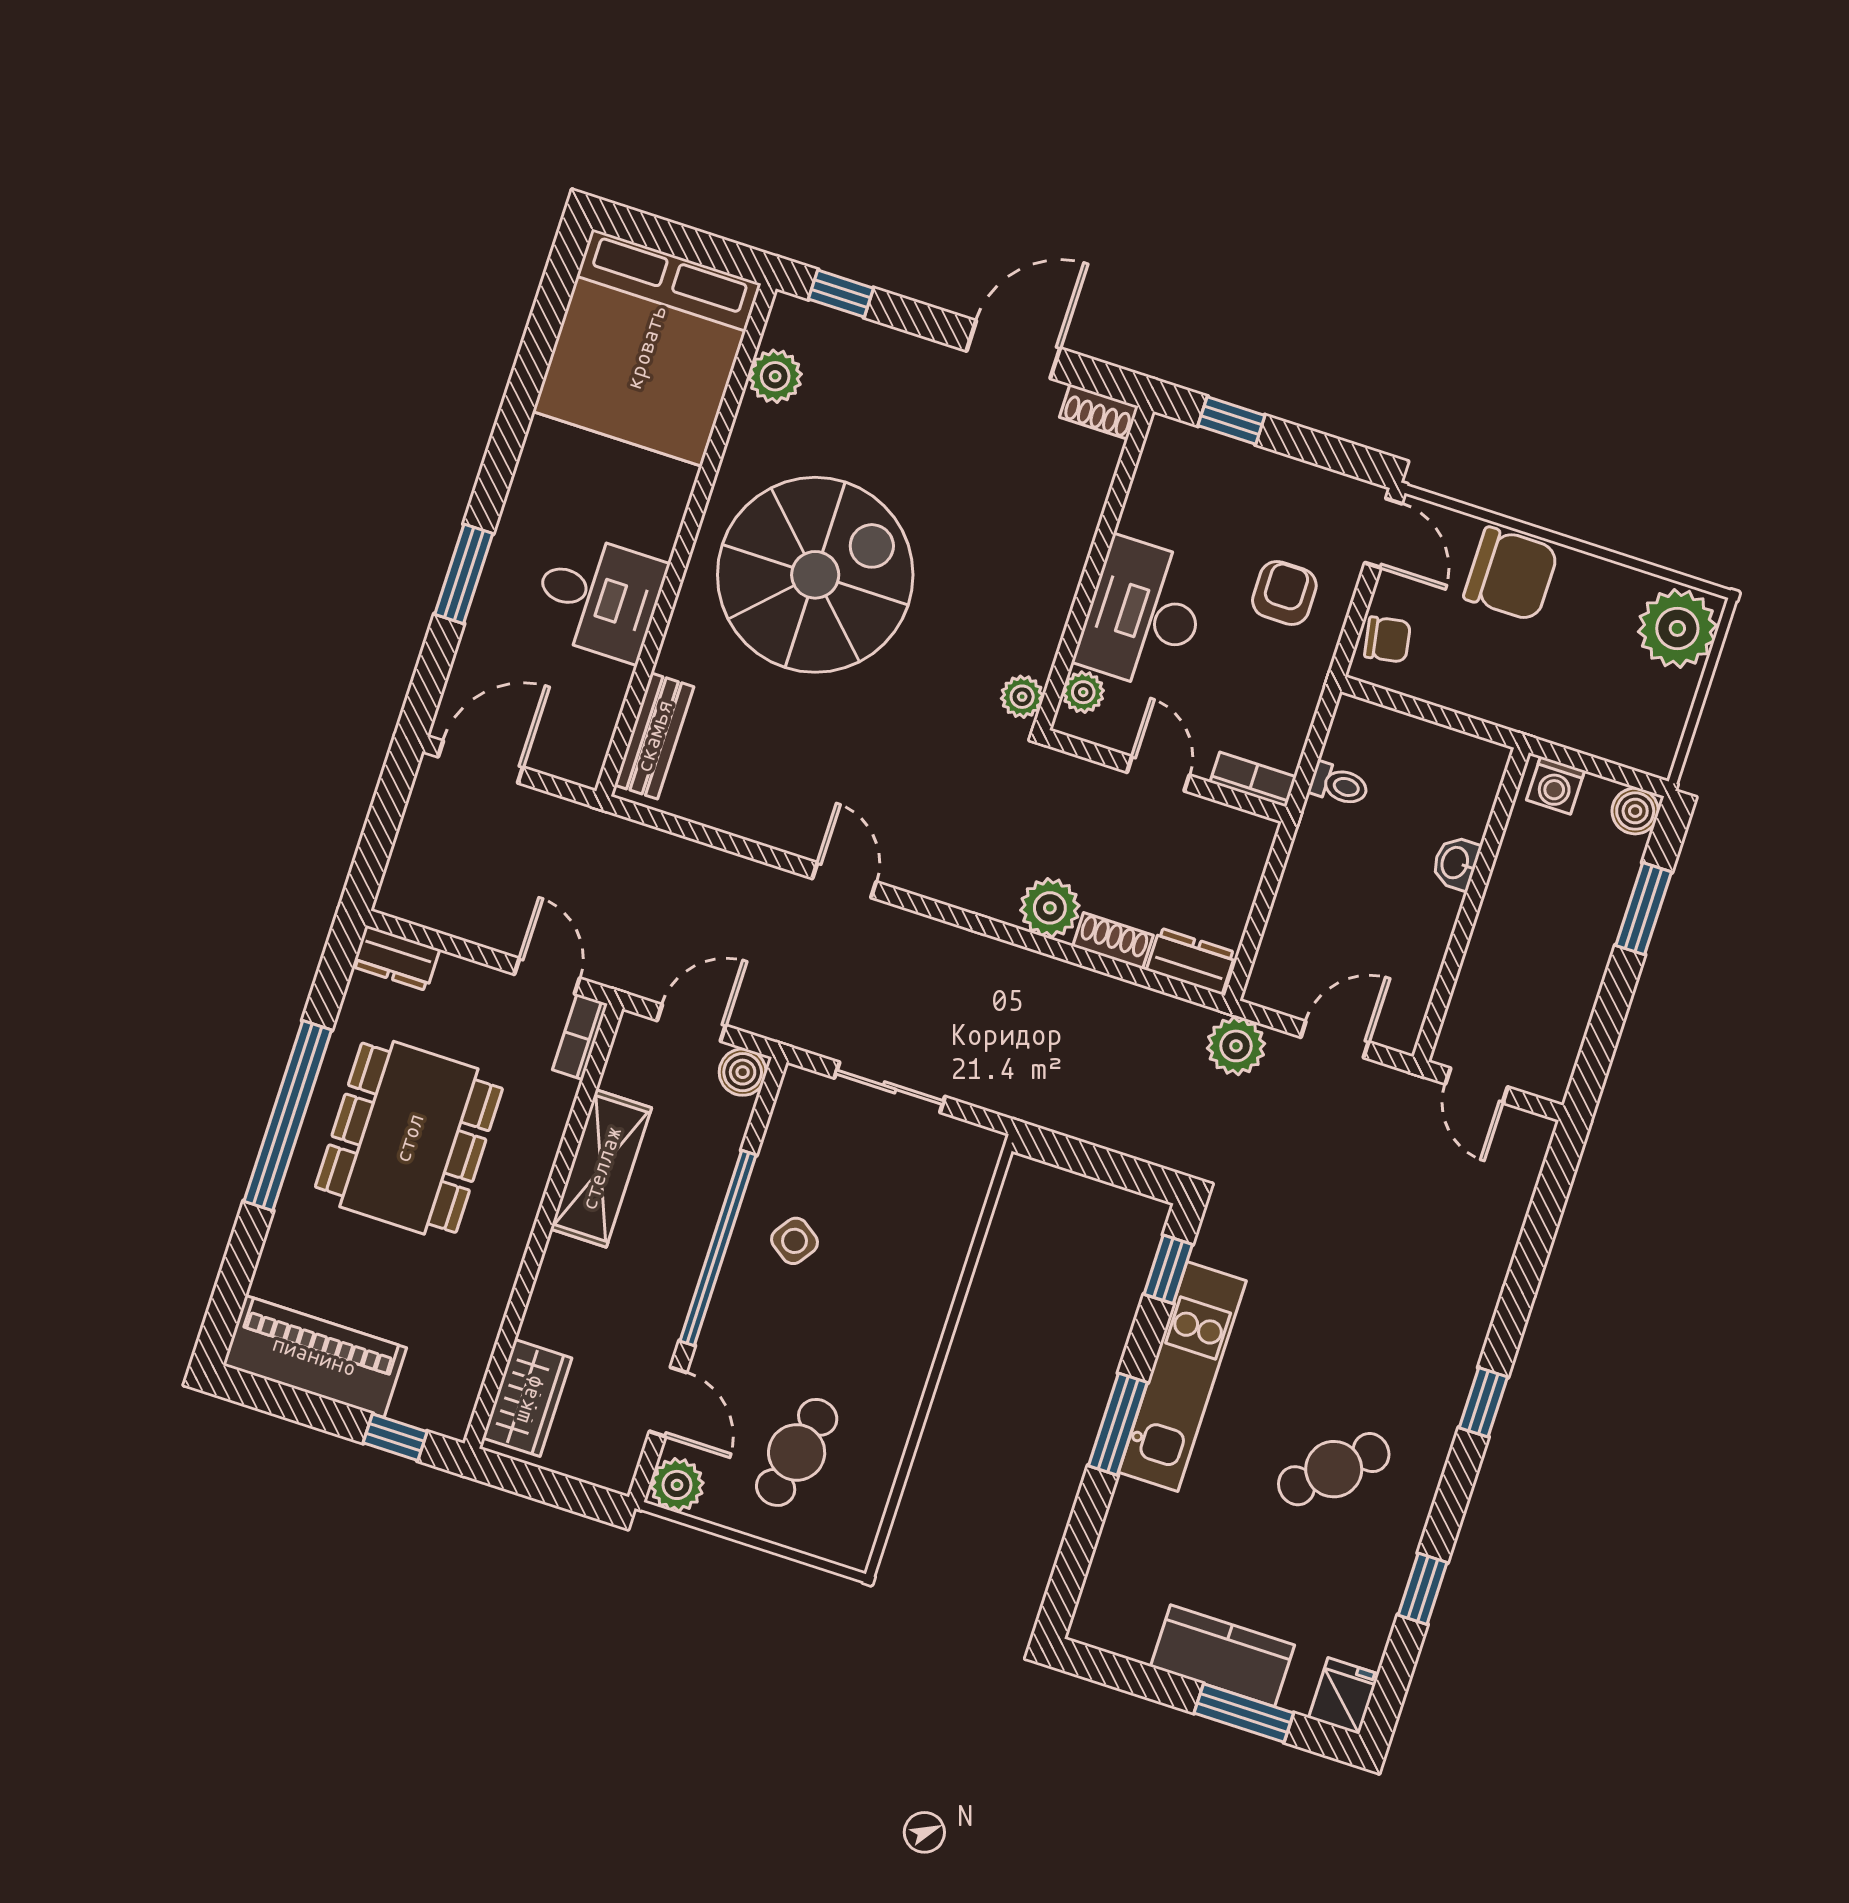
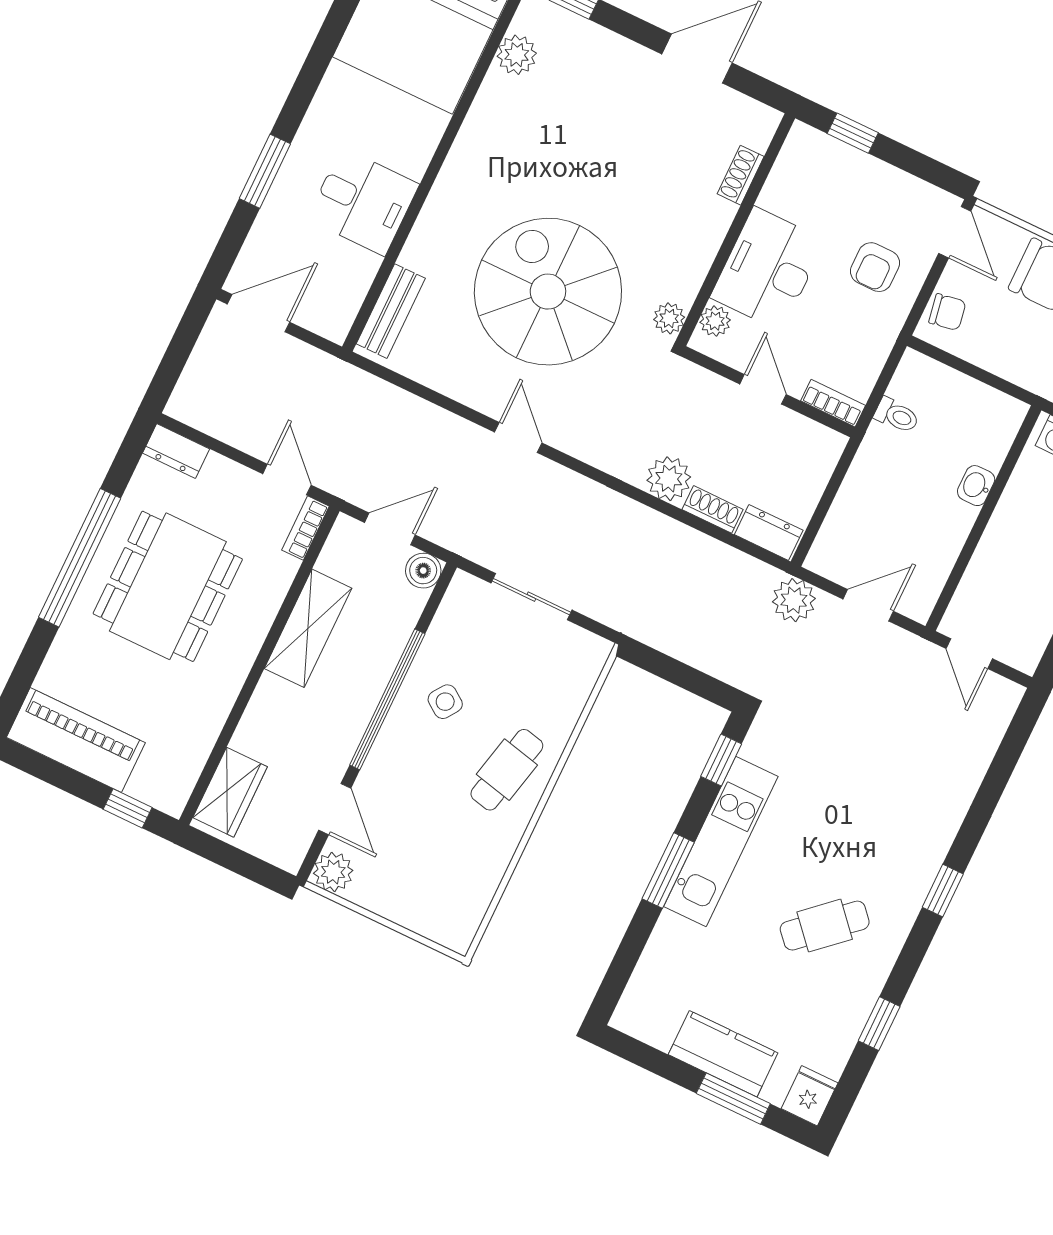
shoe rack: (1099, 412) -> (741, 175), moved, turned 90
spiral stairs: (815, 575) -> (548, 292), moved, turned -90
armchair: (1284, 593) -> (875, 267), turned 180
cafe table: (797, 1452) -> (507, 770), moved

